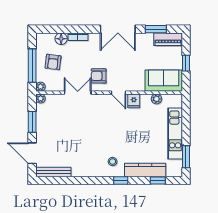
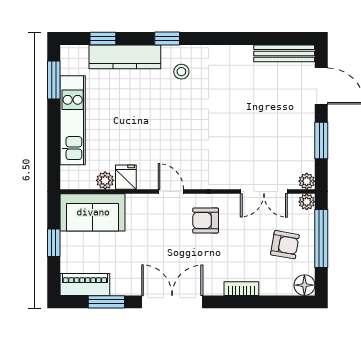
floor lamp: (61, 39) -> (304, 285), moved
armchair: (53, 62) -> (285, 245), turned 93
armchair: (99, 76) -> (206, 220), turned 180
double door: (78, 93) -> (264, 191), moved
fridge: (134, 101) -> (126, 177), moved

